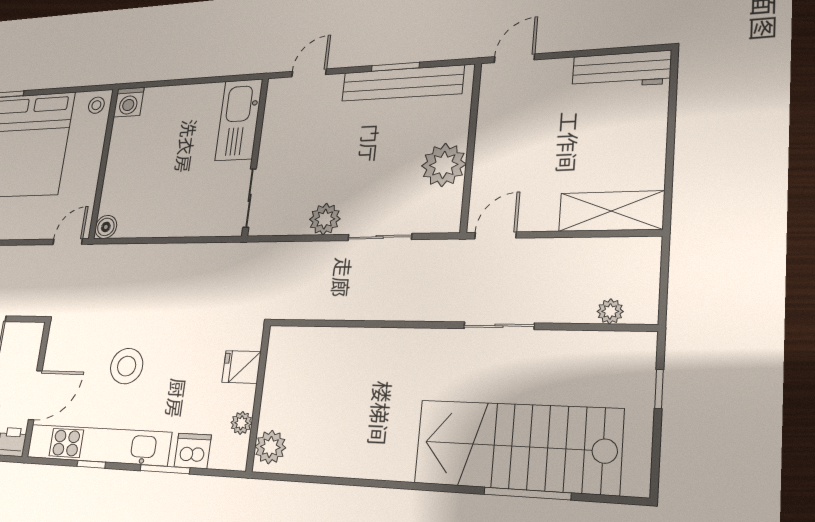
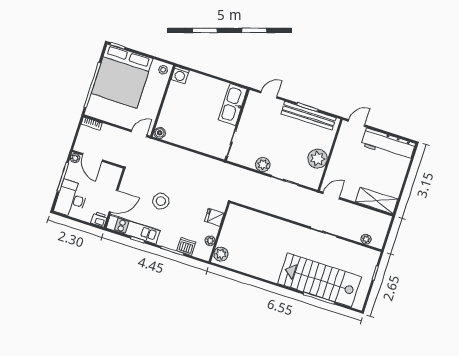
workbench: (621, 70) -> (388, 144), width x1.36, depth x1.32
kitchen unit: (98, 445) -> (133, 229), width x0.73

